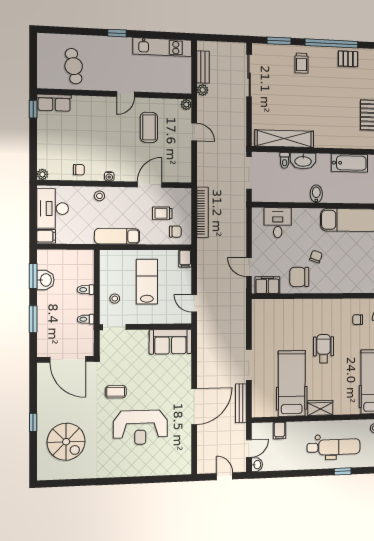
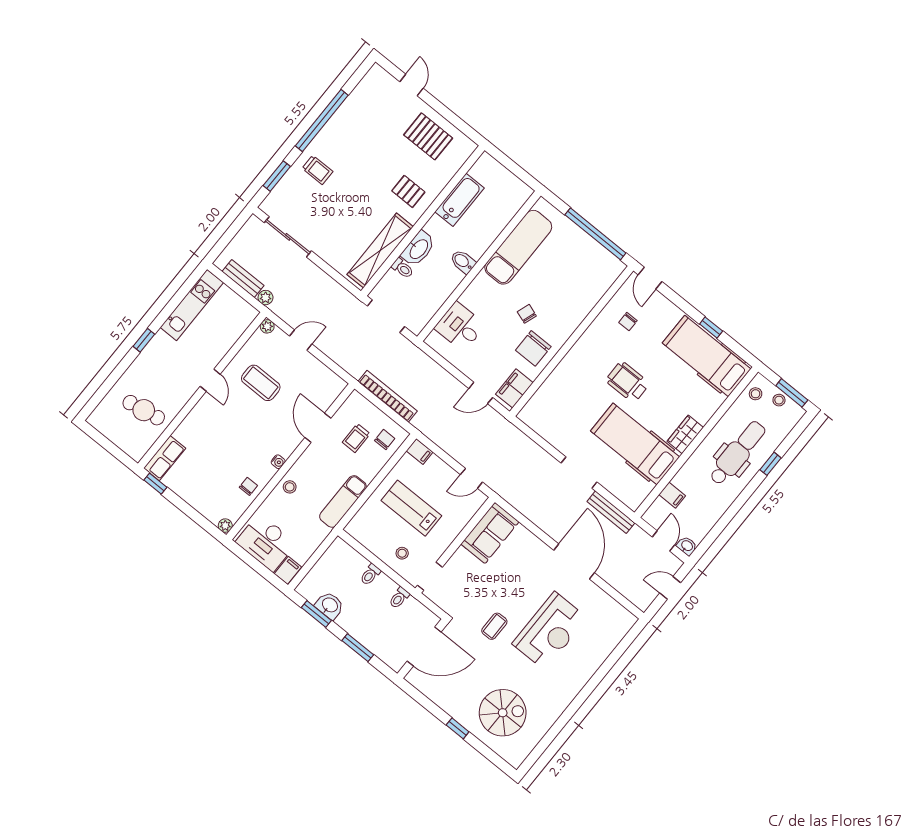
pallet: (348, 59) -> (408, 191), moved, turned 90

